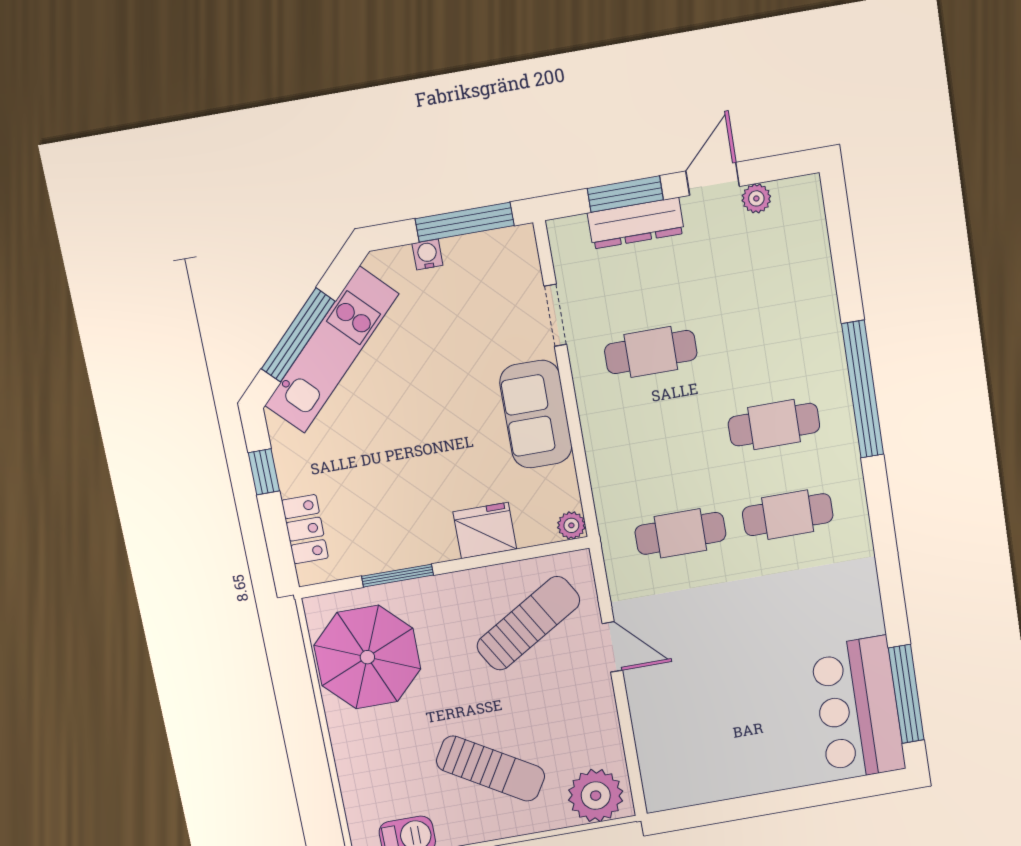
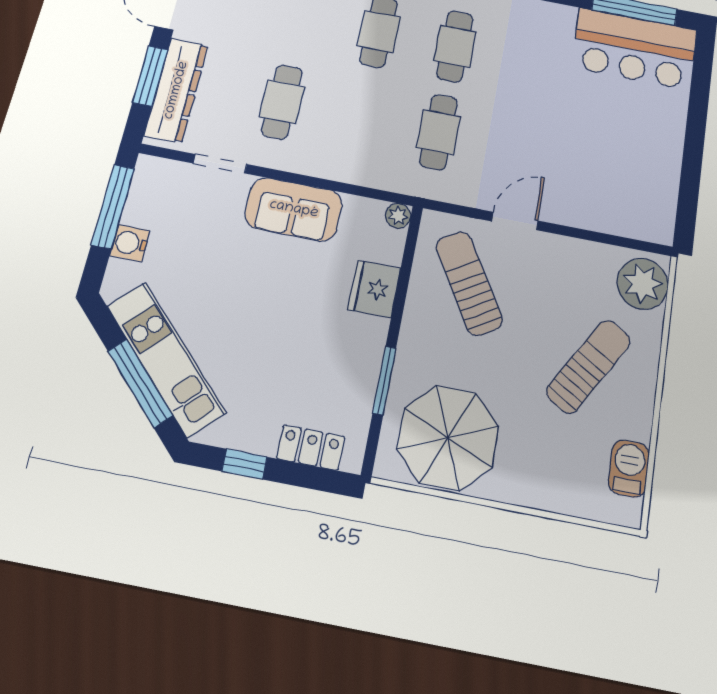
dresser: (636, 223) -> (176, 90), width x1.37, depth x1.24
water cooler: (427, 254) -> (130, 243), width x1.38, depth x1.38

